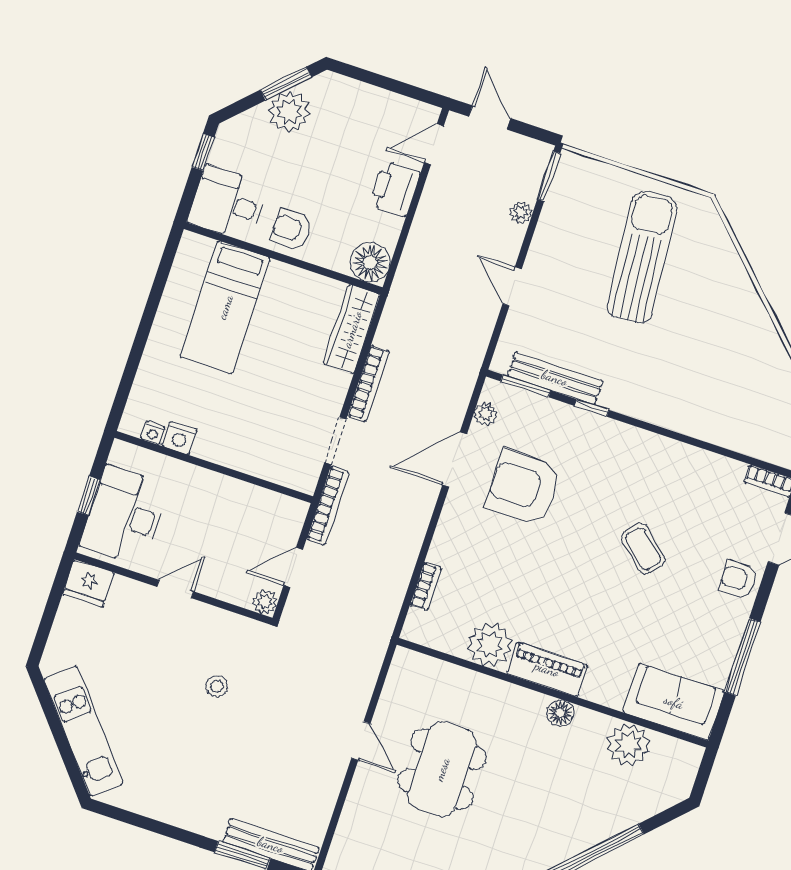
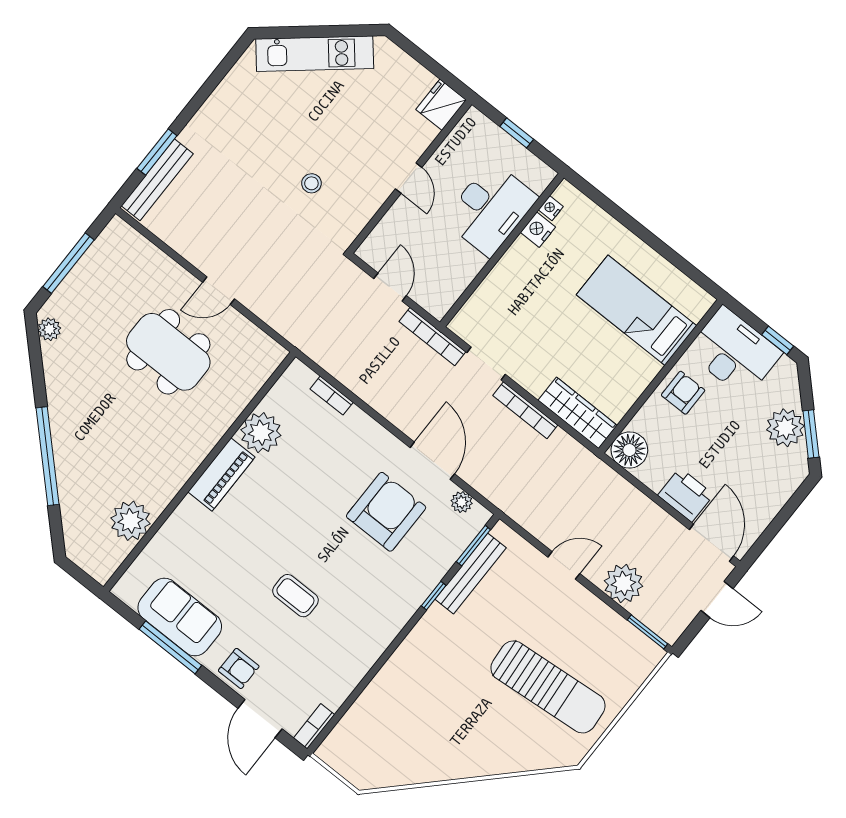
door: (434, 144) -> (711, 543), width x1.38
desk: (228, 203) -> (734, 352), width x1.37
plant: (521, 213) -> (623, 583), width x1.88, depth x1.88
desk: (124, 515) -> (490, 209), moved, turned 90
coffee table: (643, 549) -> (295, 596), turned 48
armchair: (739, 579) -> (239, 668), turned 90
plant: (265, 602) -> (369, 251), removed
sofa: (674, 702) -> (180, 617), moved, turned -90
floor lamp: (560, 713) -> (179, 472), removed

